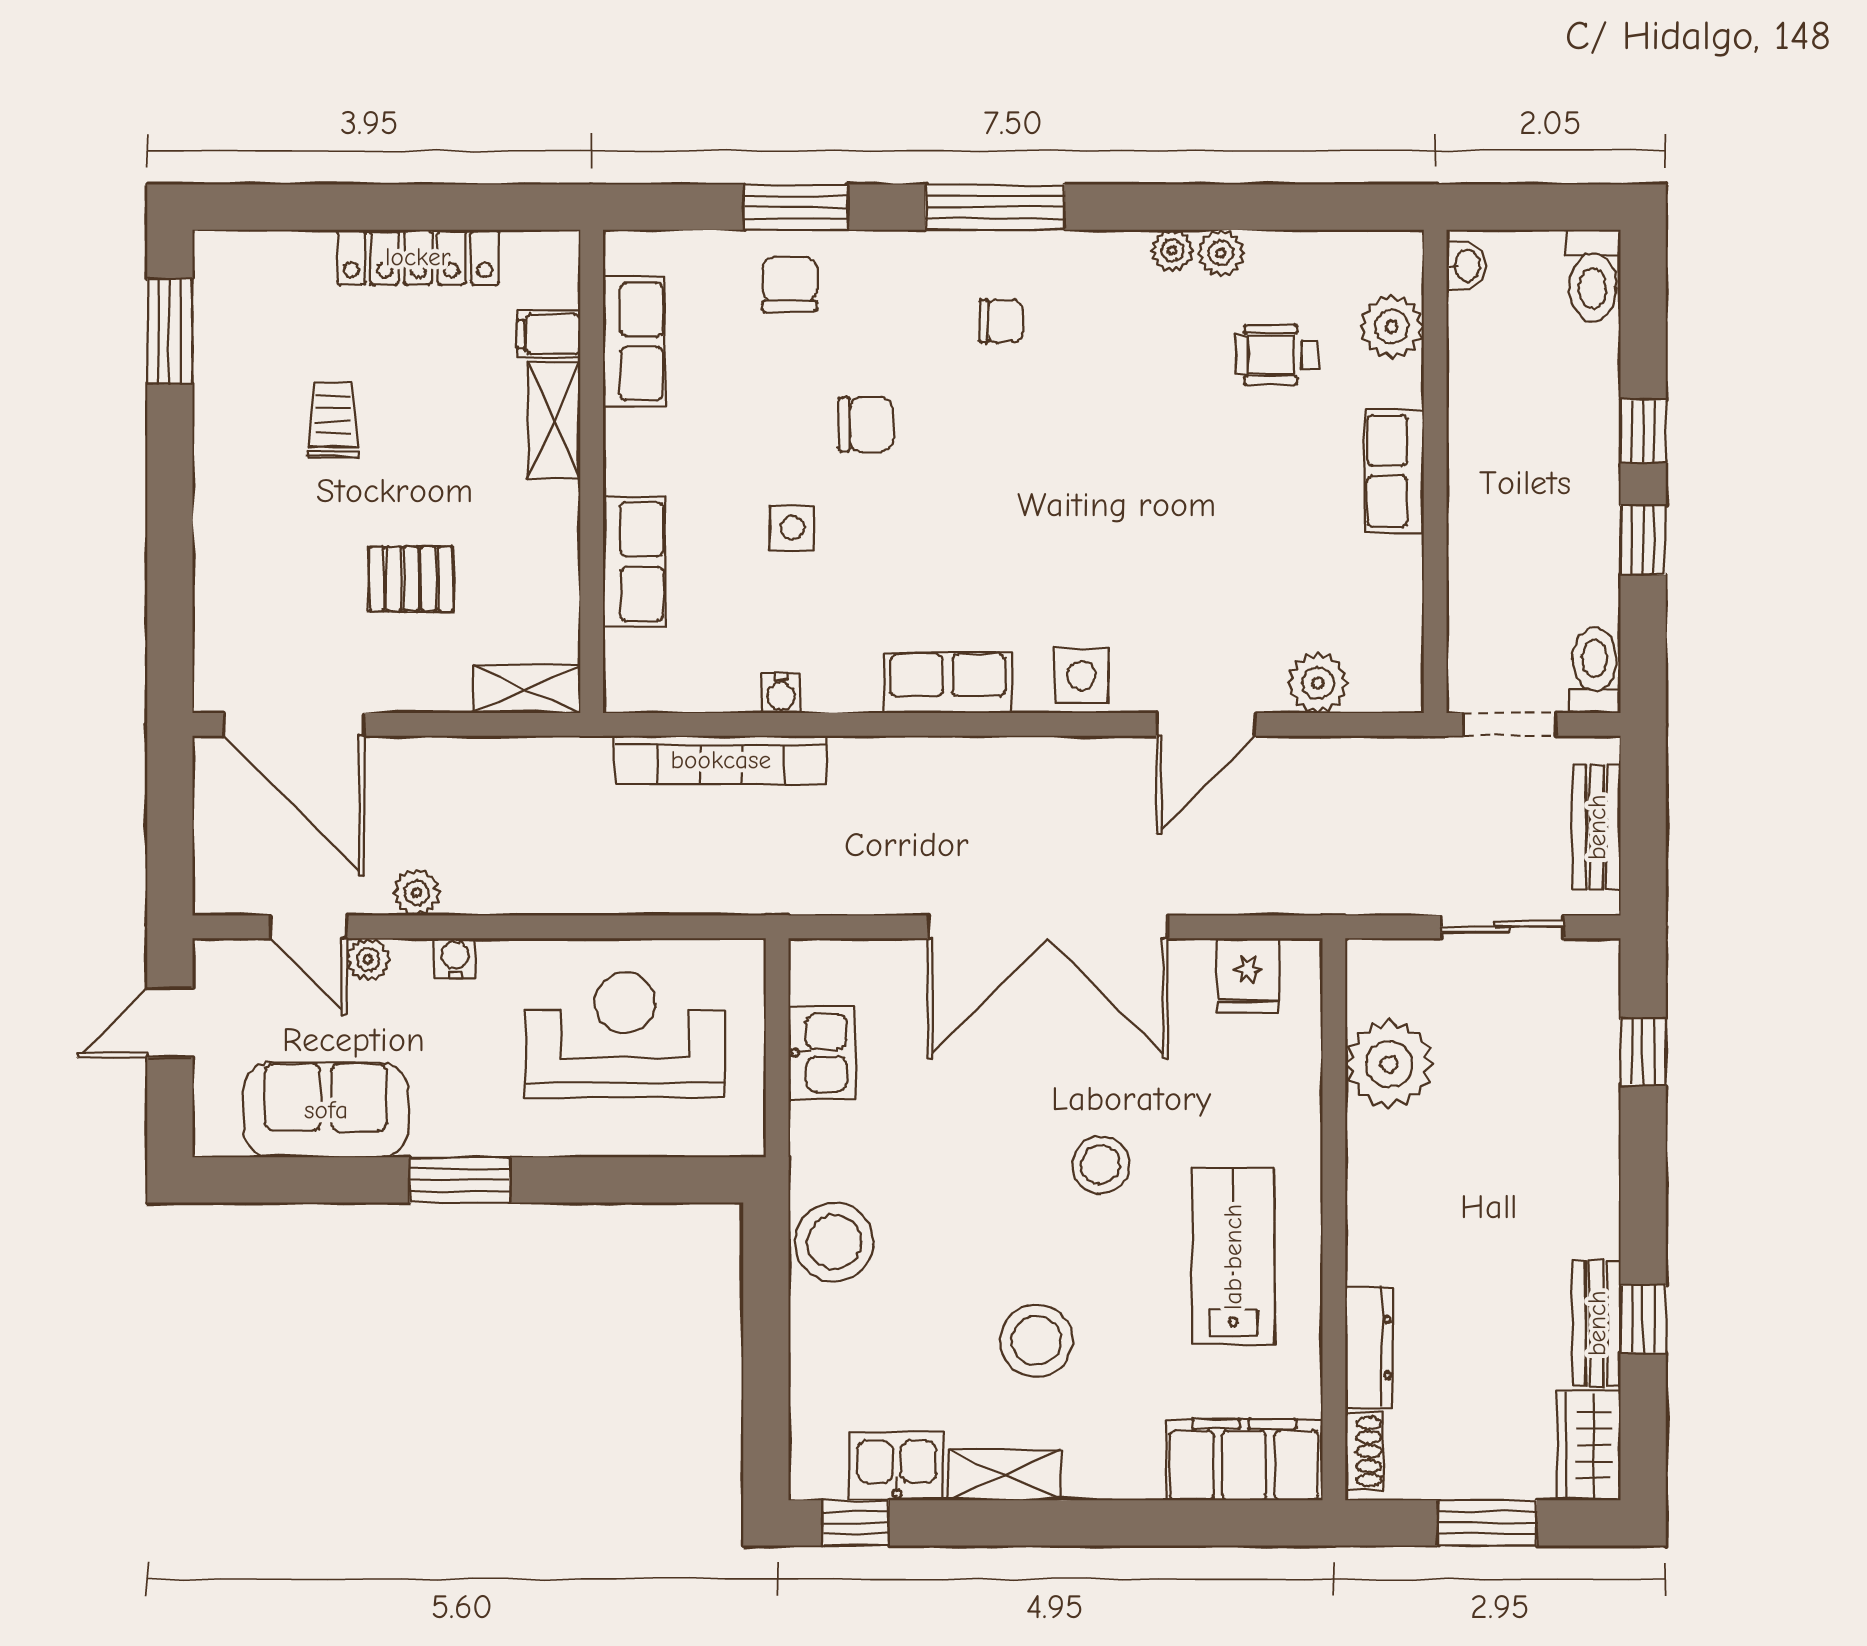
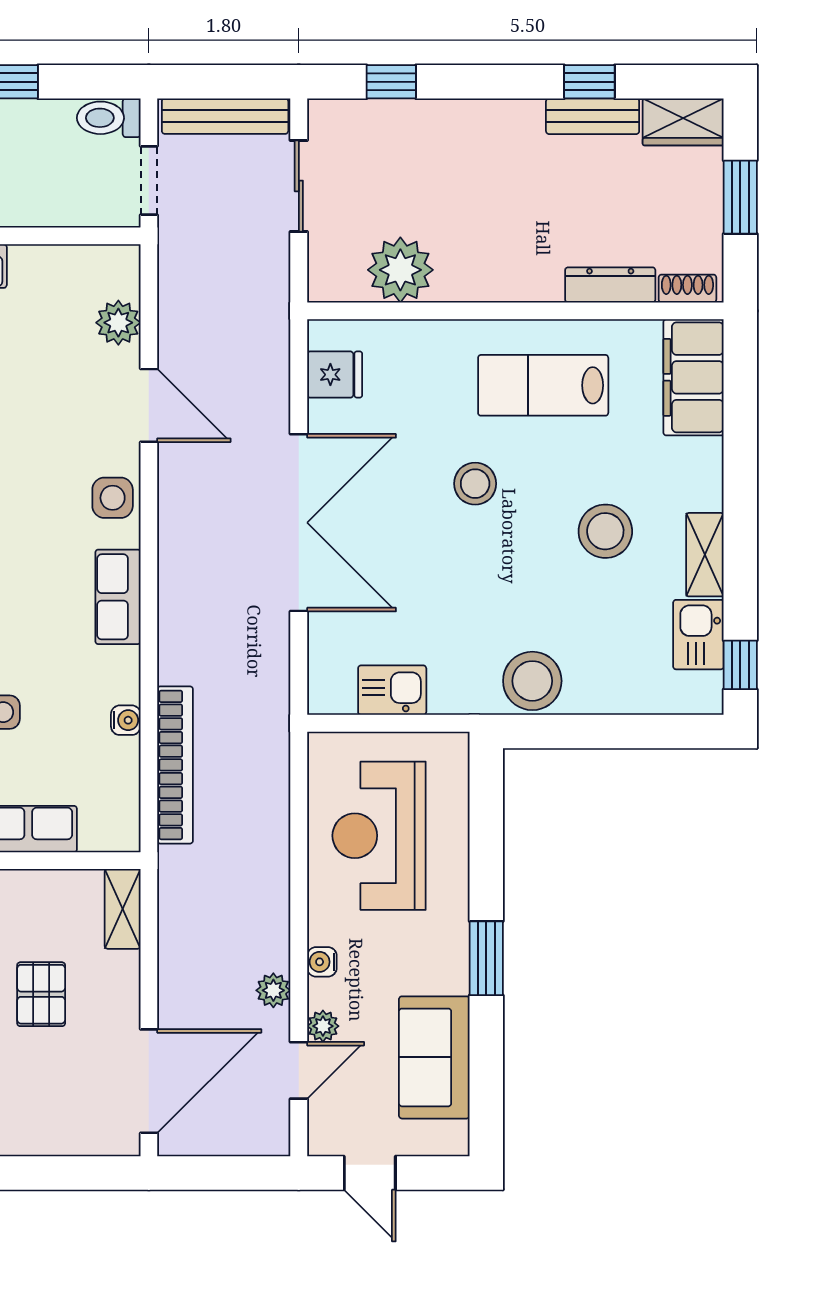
bench: (1597, 827) -> (225, 116), width x1.36

